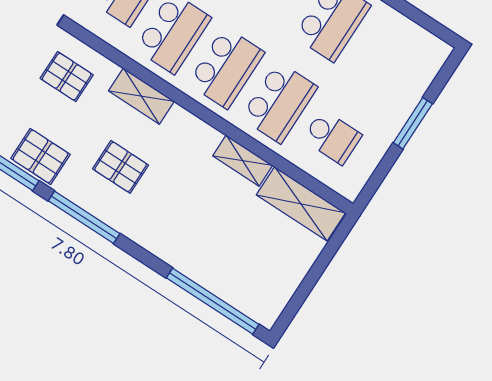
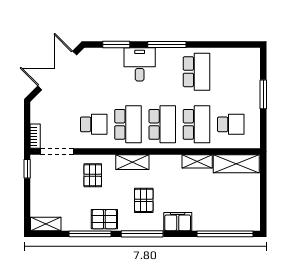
pallet: (67, 77) -> (93, 175), turned 90
pallet: (121, 167) -> (144, 200), turned 90
filing cabinet: (152, 234) -> (178, 222), added

